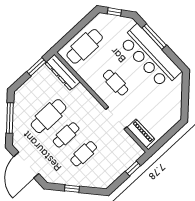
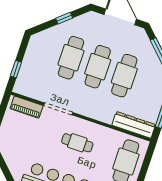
cafe table: (66, 135) -> (98, 67), width x1.37, depth x1.35
cafe table: (84, 154) -> (71, 58), width x1.37, depth x1.35

